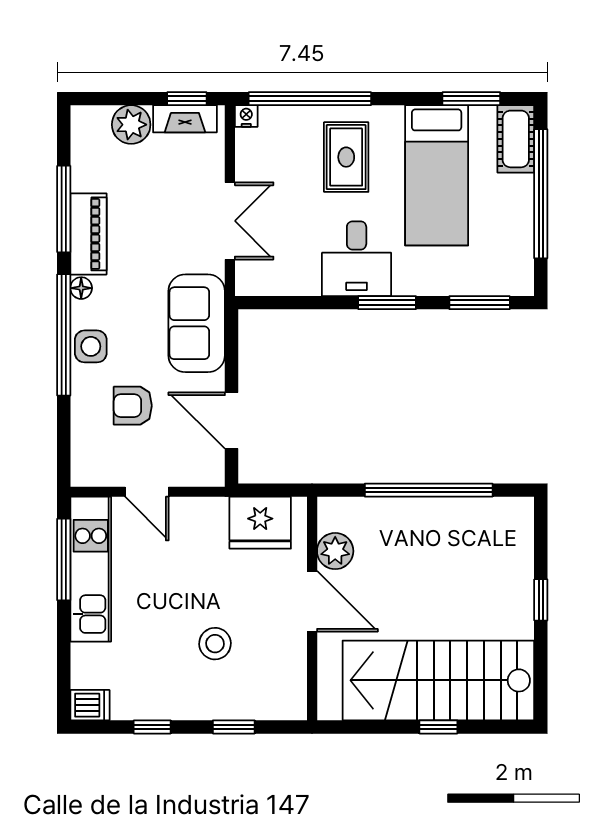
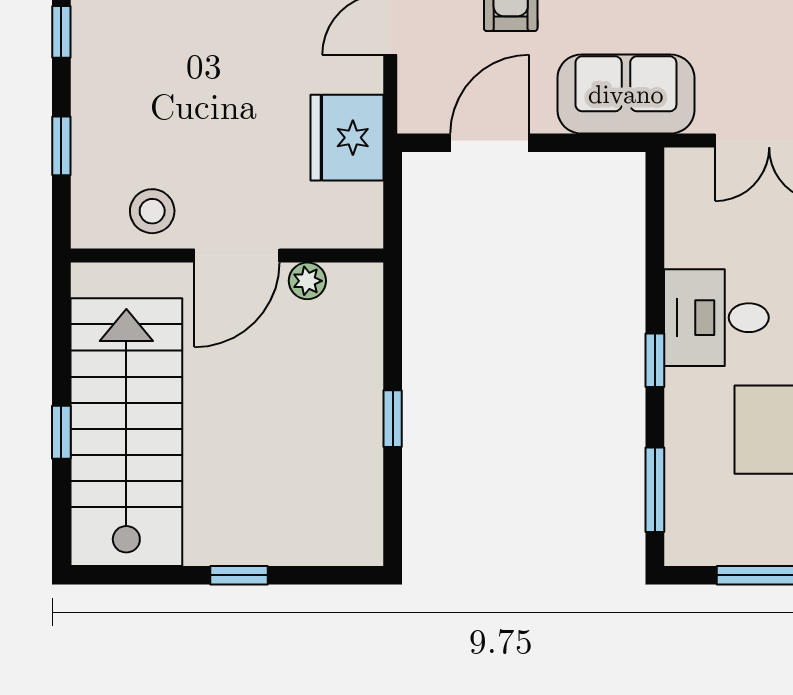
window: (387, 303) -> (655, 360), width x0.67
window: (429, 490) -> (393, 419), width x0.32
fridge: (260, 523) -> (347, 138), moved
plant: (335, 551) -> (307, 281), width x0.73, depth x0.73
stool: (215, 644) -> (152, 211), moved

